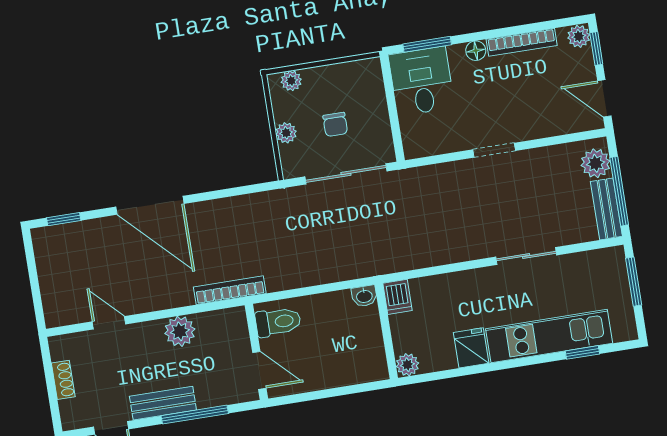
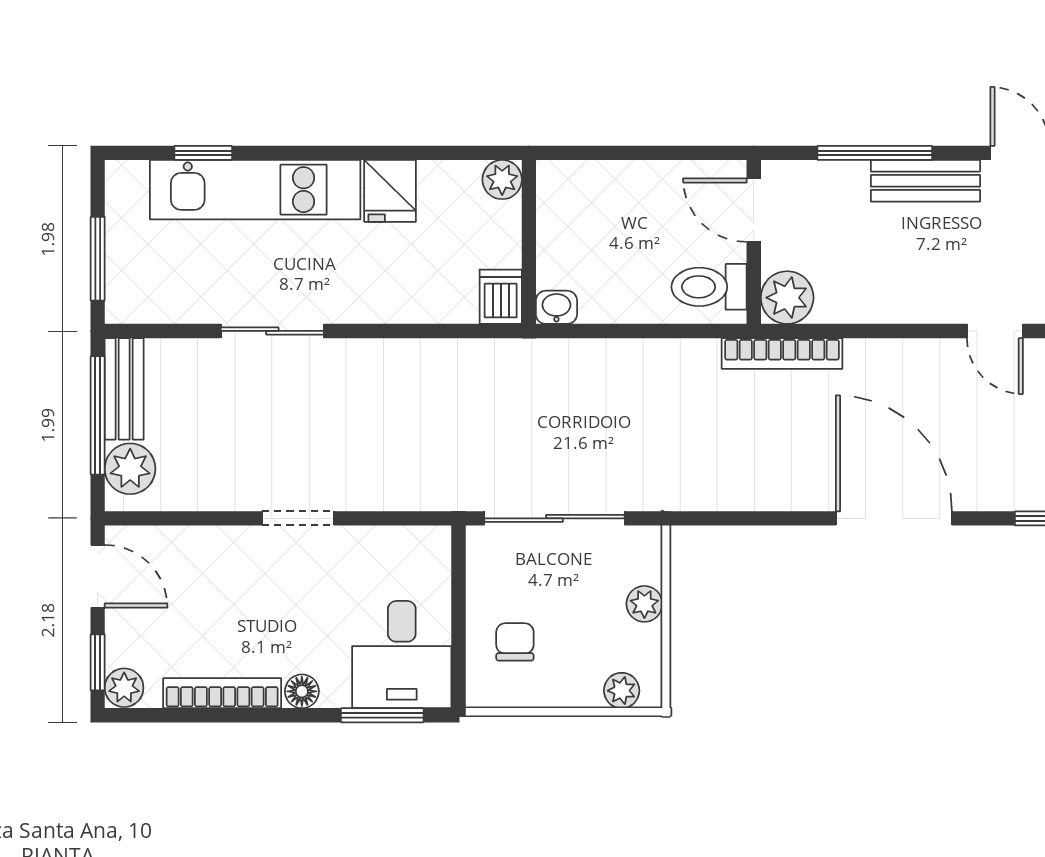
chair: (335, 124) -> (515, 642), moved
plant: (180, 331) -> (787, 298), moved

